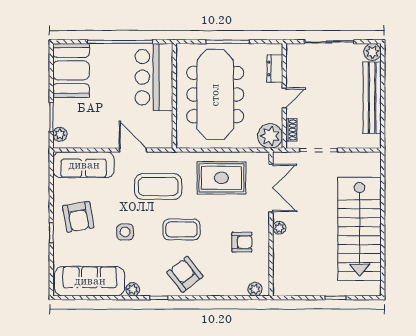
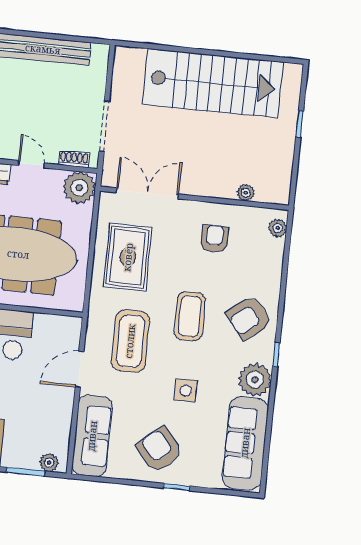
armchair: (78, 217) -> (159, 450), turned -120
plant: (279, 228) -> (246, 193), moved
plant: (133, 289) -> (255, 380), width x1.88, depth x1.88

